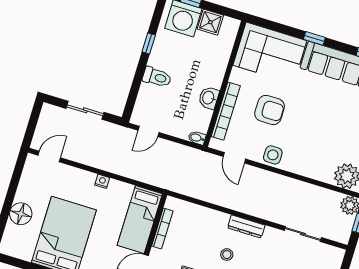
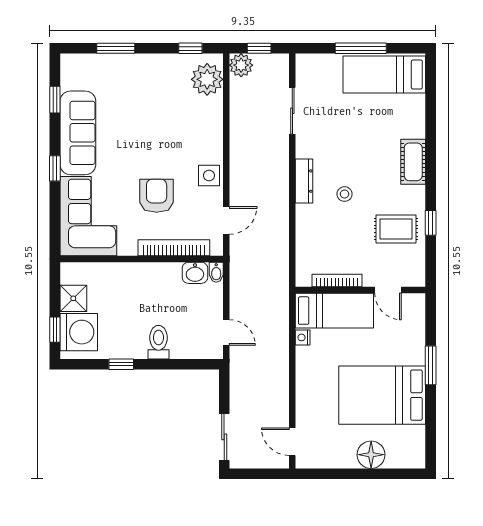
washbasin: (209, 98) -> (195, 273), moved
sliding door: (85, 110) -> (224, 437), moved
nightstand: (102, 181) -> (303, 337), moved

